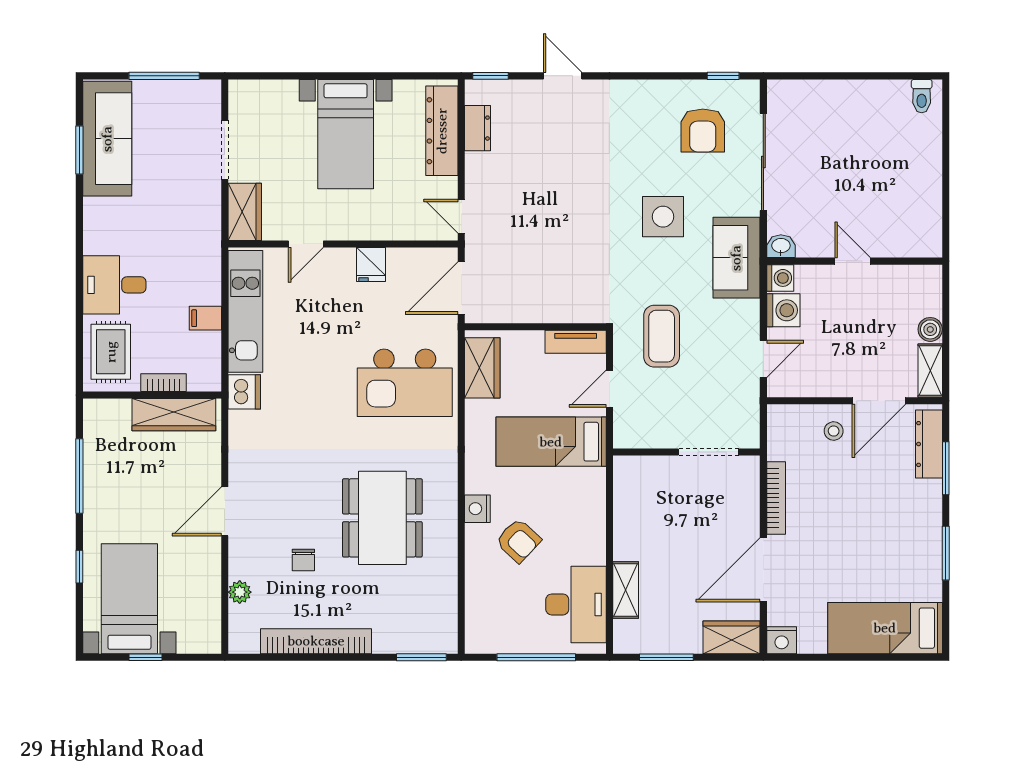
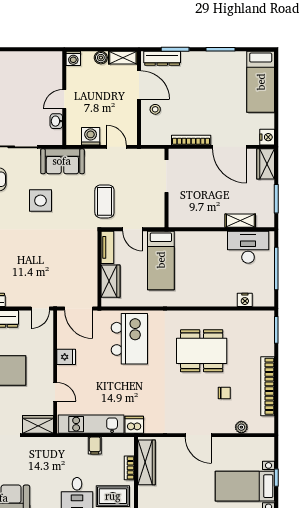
washbasin: (781, 246) -> (56, 121), moved
washing machine: (780, 278) -> (73, 58), moved, turned 180
coffee table: (662, 336) -> (104, 201), turned 90
wardrobe: (482, 368) -> (111, 281), moved, turned 90
nightstand: (477, 509) -> (245, 300), moved
armchair: (518, 541) -> (214, 278), removed

